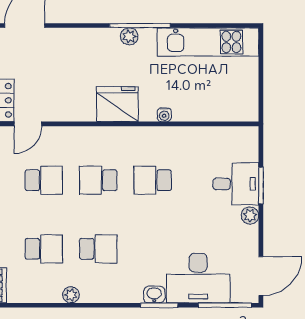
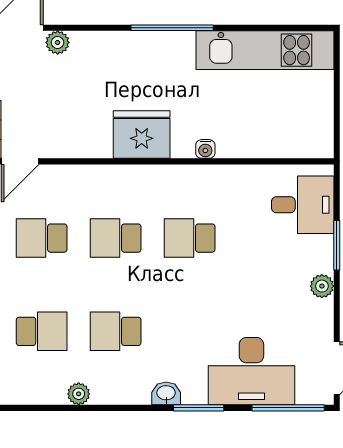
plant: (129, 36) -> (58, 42), moved
school desk: (44, 180) -> (42, 238), turned 180
desk: (236, 184) -> (303, 205), moved
school desk: (98, 249) -> (116, 331), turned 180
washbasin: (154, 295) -> (166, 393), moved

